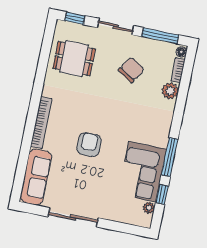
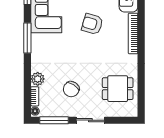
window: (75, 18) -> (123, 120), removed
armchair: (89, 145) -> (92, 24), turned 106
window: (170, 157) -> (27, 38), moved

